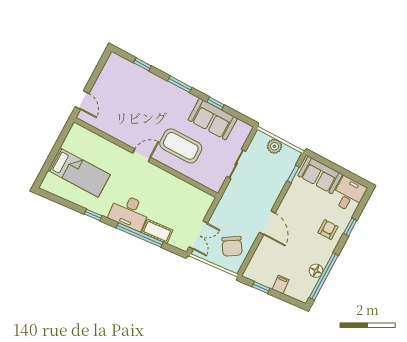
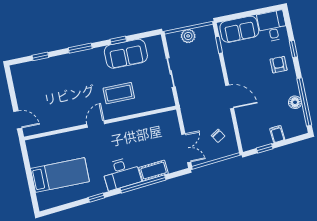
coffee table: (181, 146) -> (119, 93), width x0.73, depth x0.76
chair: (232, 246) -> (218, 136), width x0.54, depth x0.54

